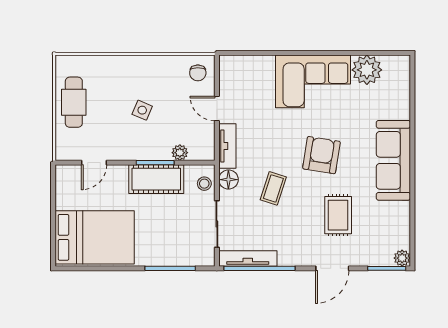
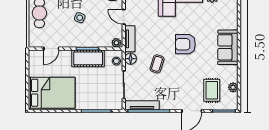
plant: (180, 153) -> (116, 43), moved
armchair: (321, 155) -> (185, 44), turned -99
sofa: (393, 160) -> (228, 47), width x0.73
rug: (338, 215) -> (212, 90), moved
plant: (402, 258) -> (233, 87), moved

